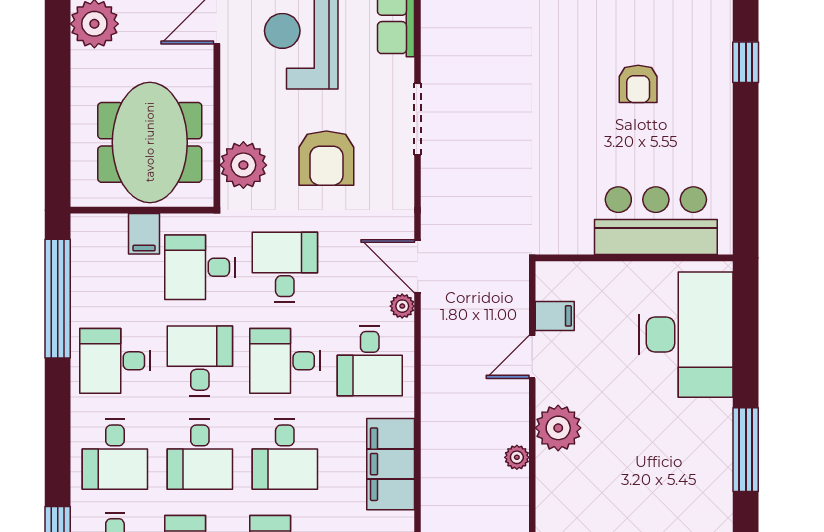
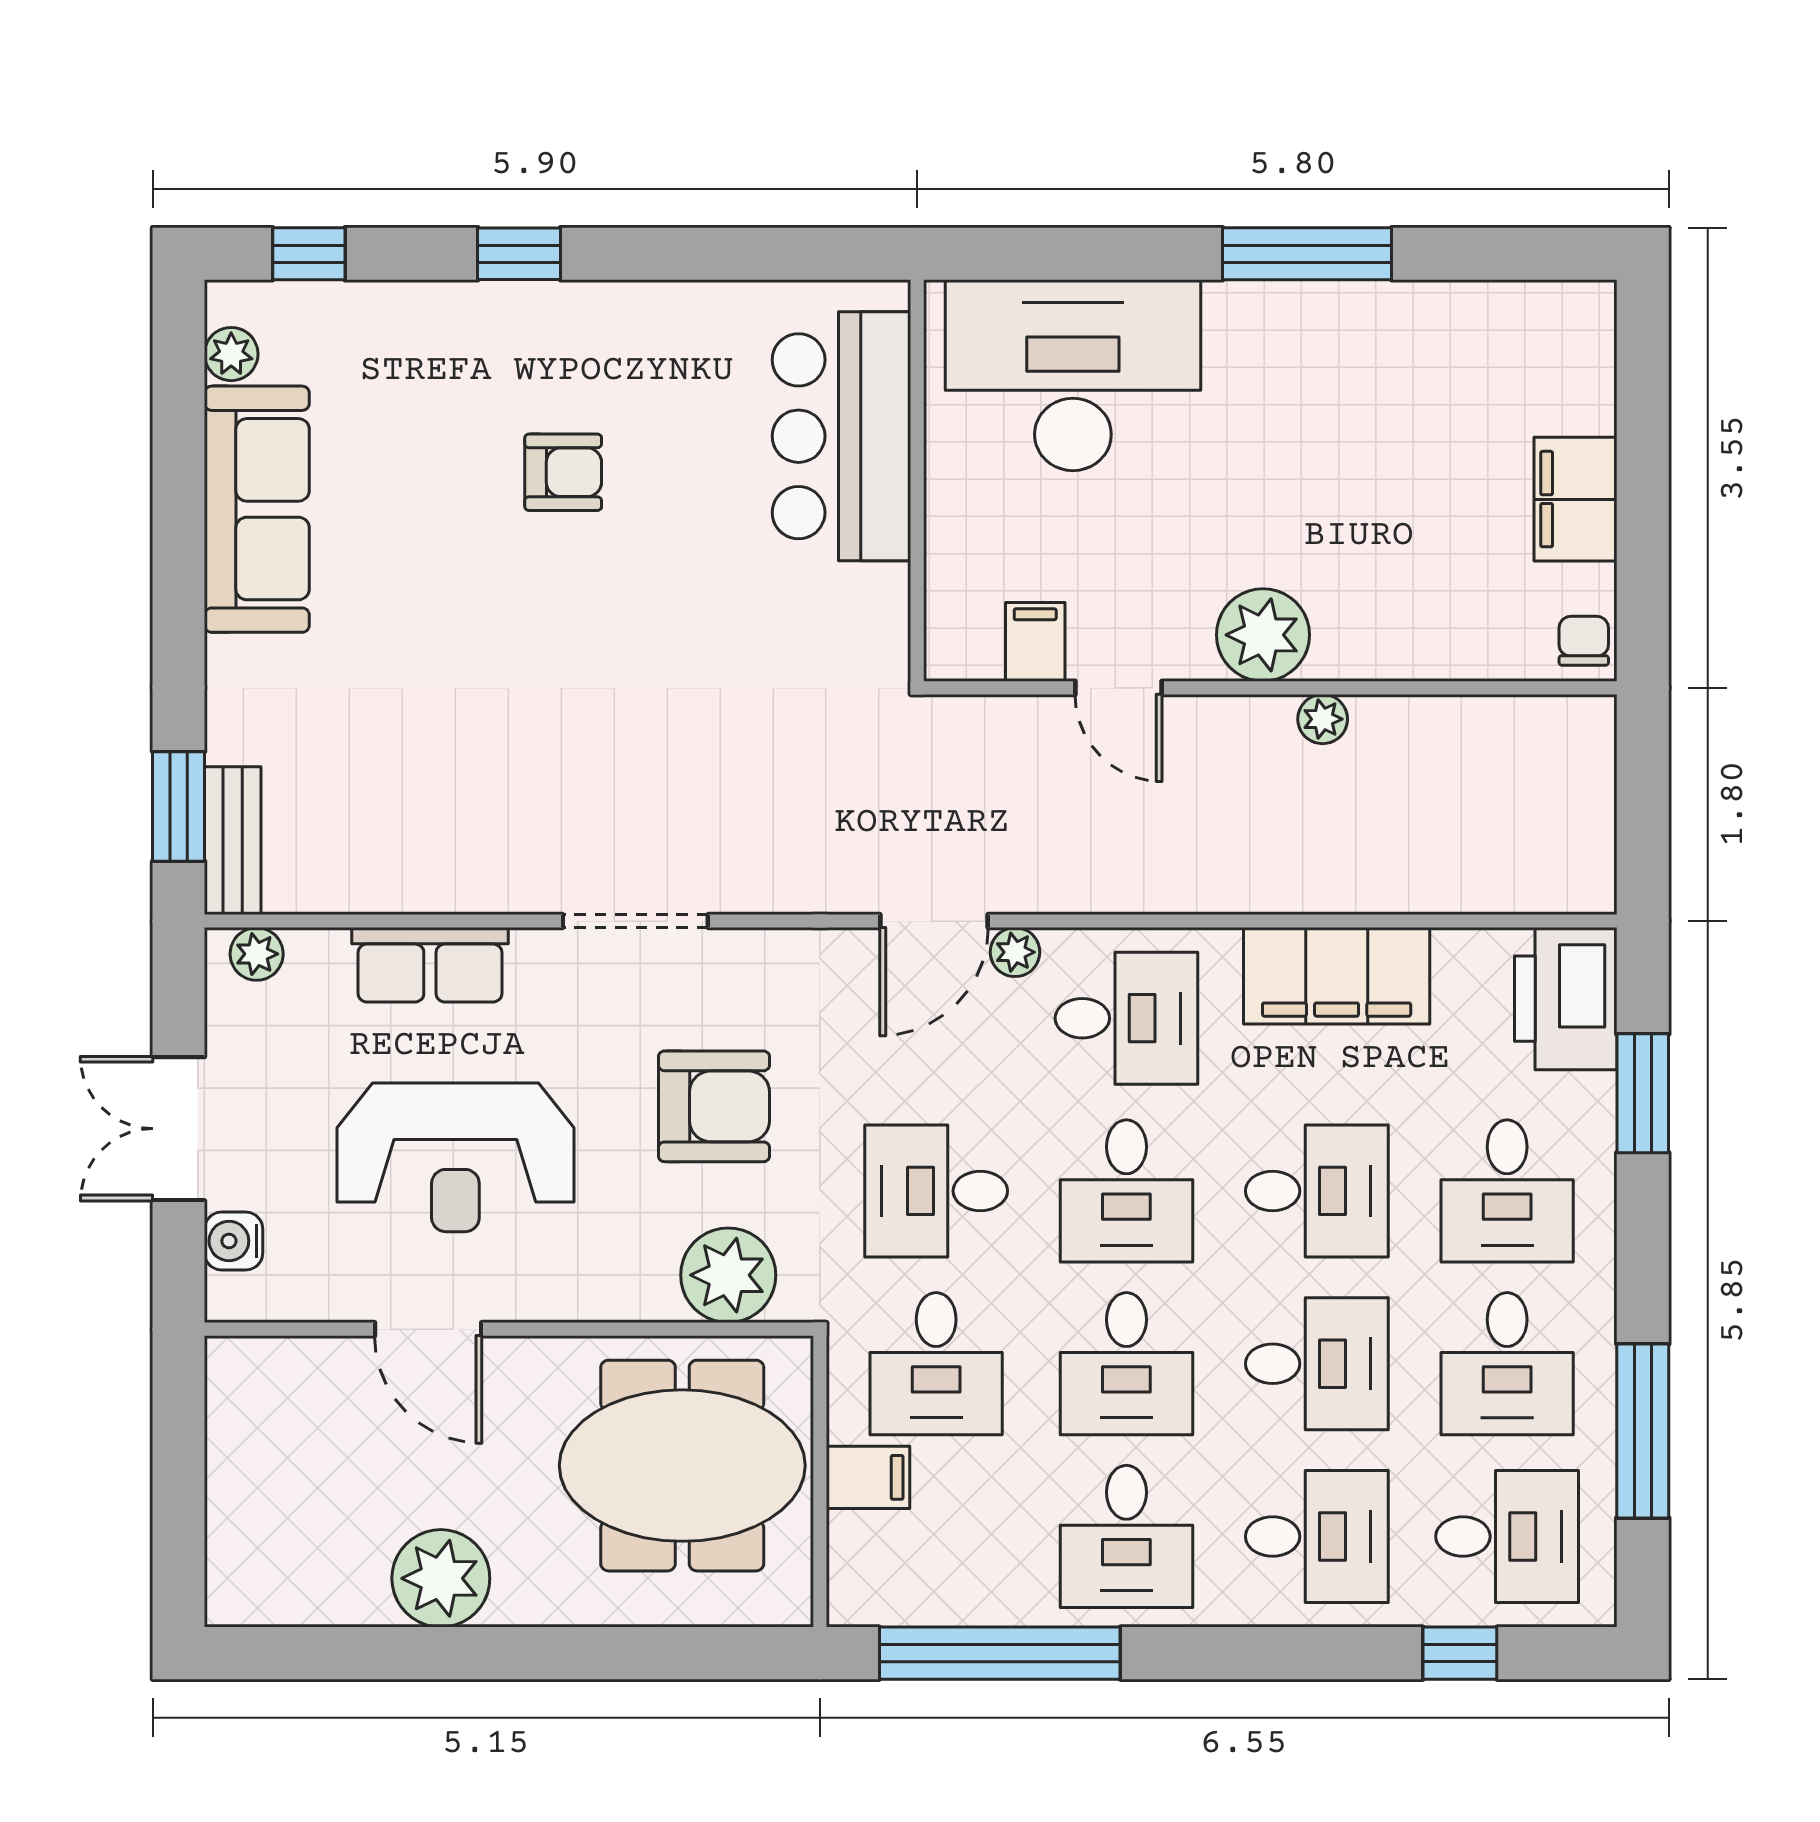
desk: (200, 361) -> (1126, 1364), turned -90

